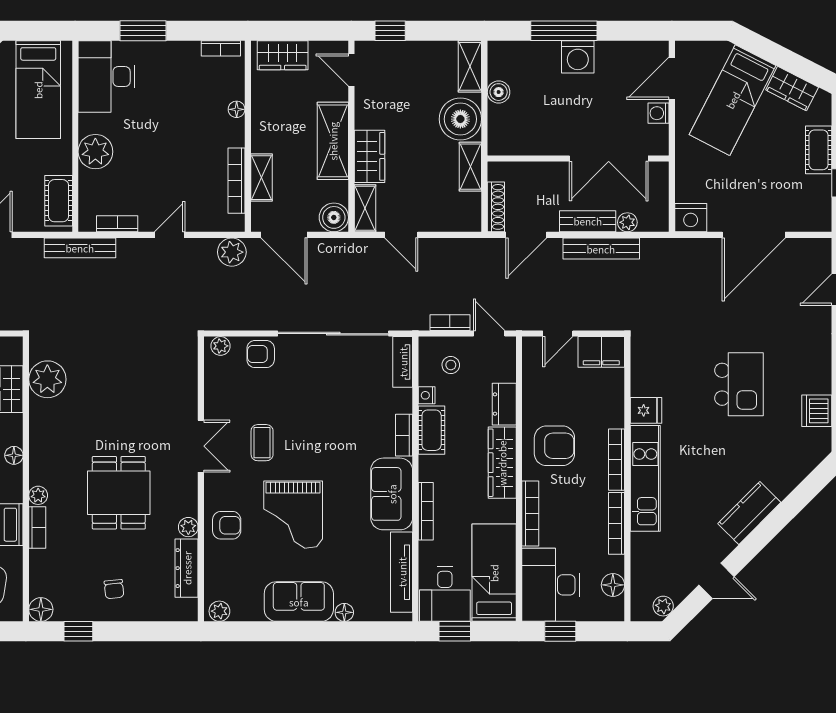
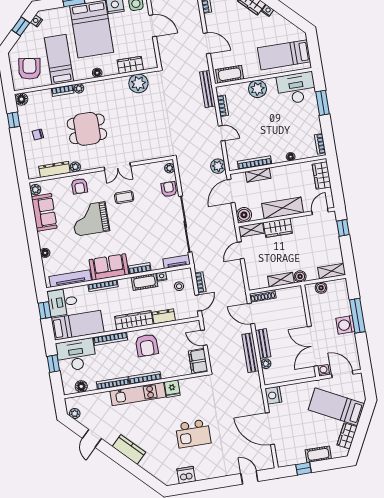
boiler: (460, 119) -> (300, 276), width x0.54, depth x0.54
wall: (578, 158) -> (310, 331), moved
double door: (609, 158) -> (313, 346), moved
sofa: (299, 602) -> (44, 212), moved

